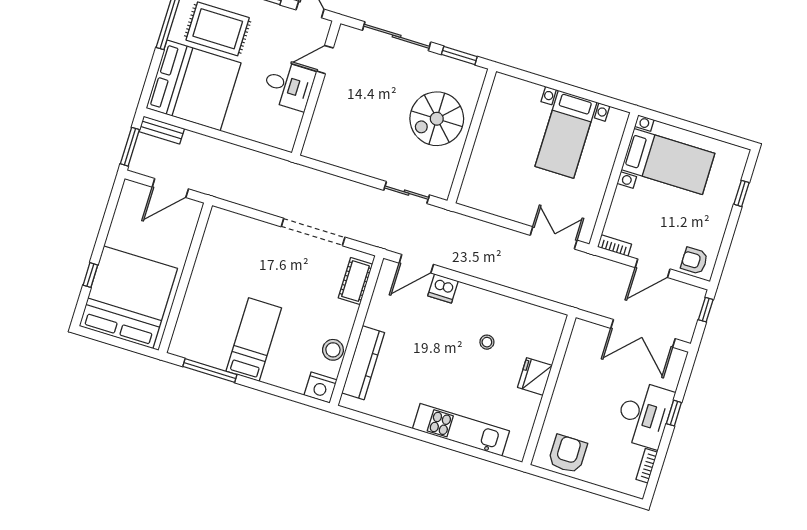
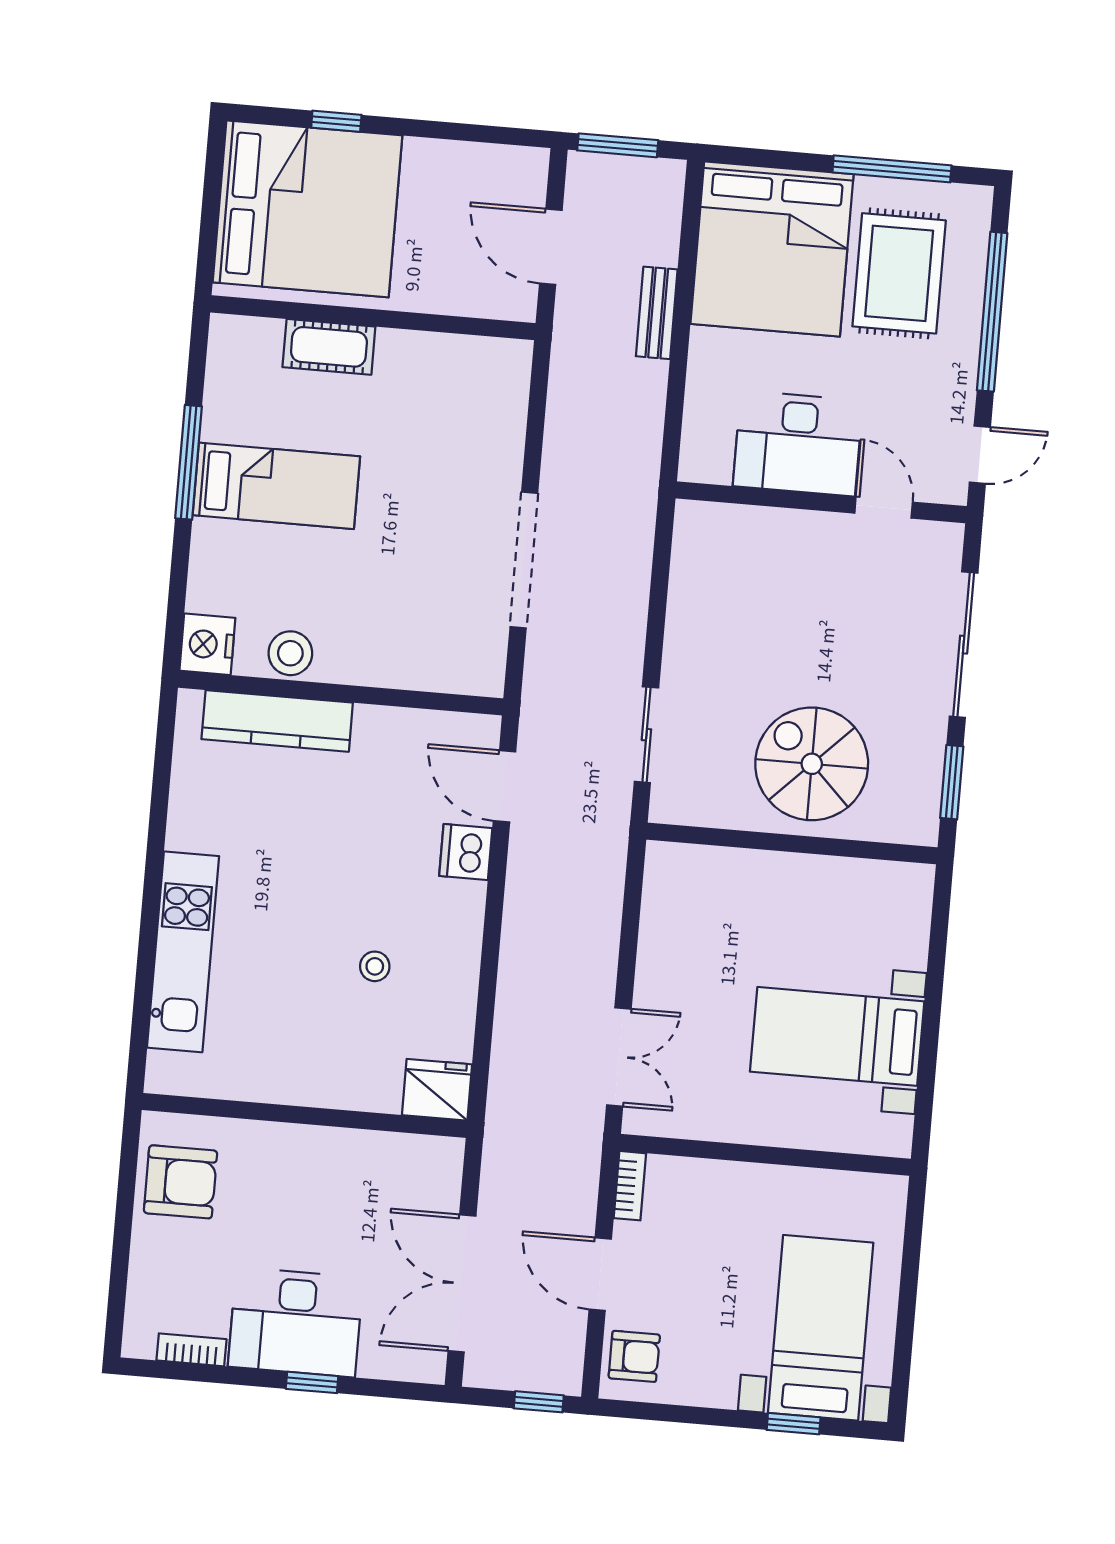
desk: (289, 85) -> (798, 443), width x1.37
bench: (162, 130) -> (657, 313), moved
bed with nightstands: (668, 161) -> (821, 1328), moved, turned 180
armchair: (694, 261) -> (634, 1356), turned 90
cot: (355, 281) -> (329, 347), moved
window: (210, 371) -> (189, 462), moved
fridge: (535, 376) -> (437, 1090), moved

